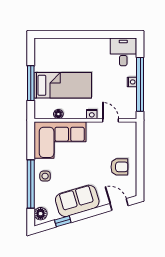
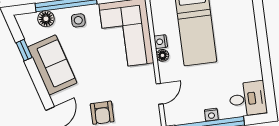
floor lamp: (58, 114) -> (162, 55), moved
nightstand: (92, 114) -> (161, 42), moved
floor lamp: (41, 214) -> (46, 19), moved

